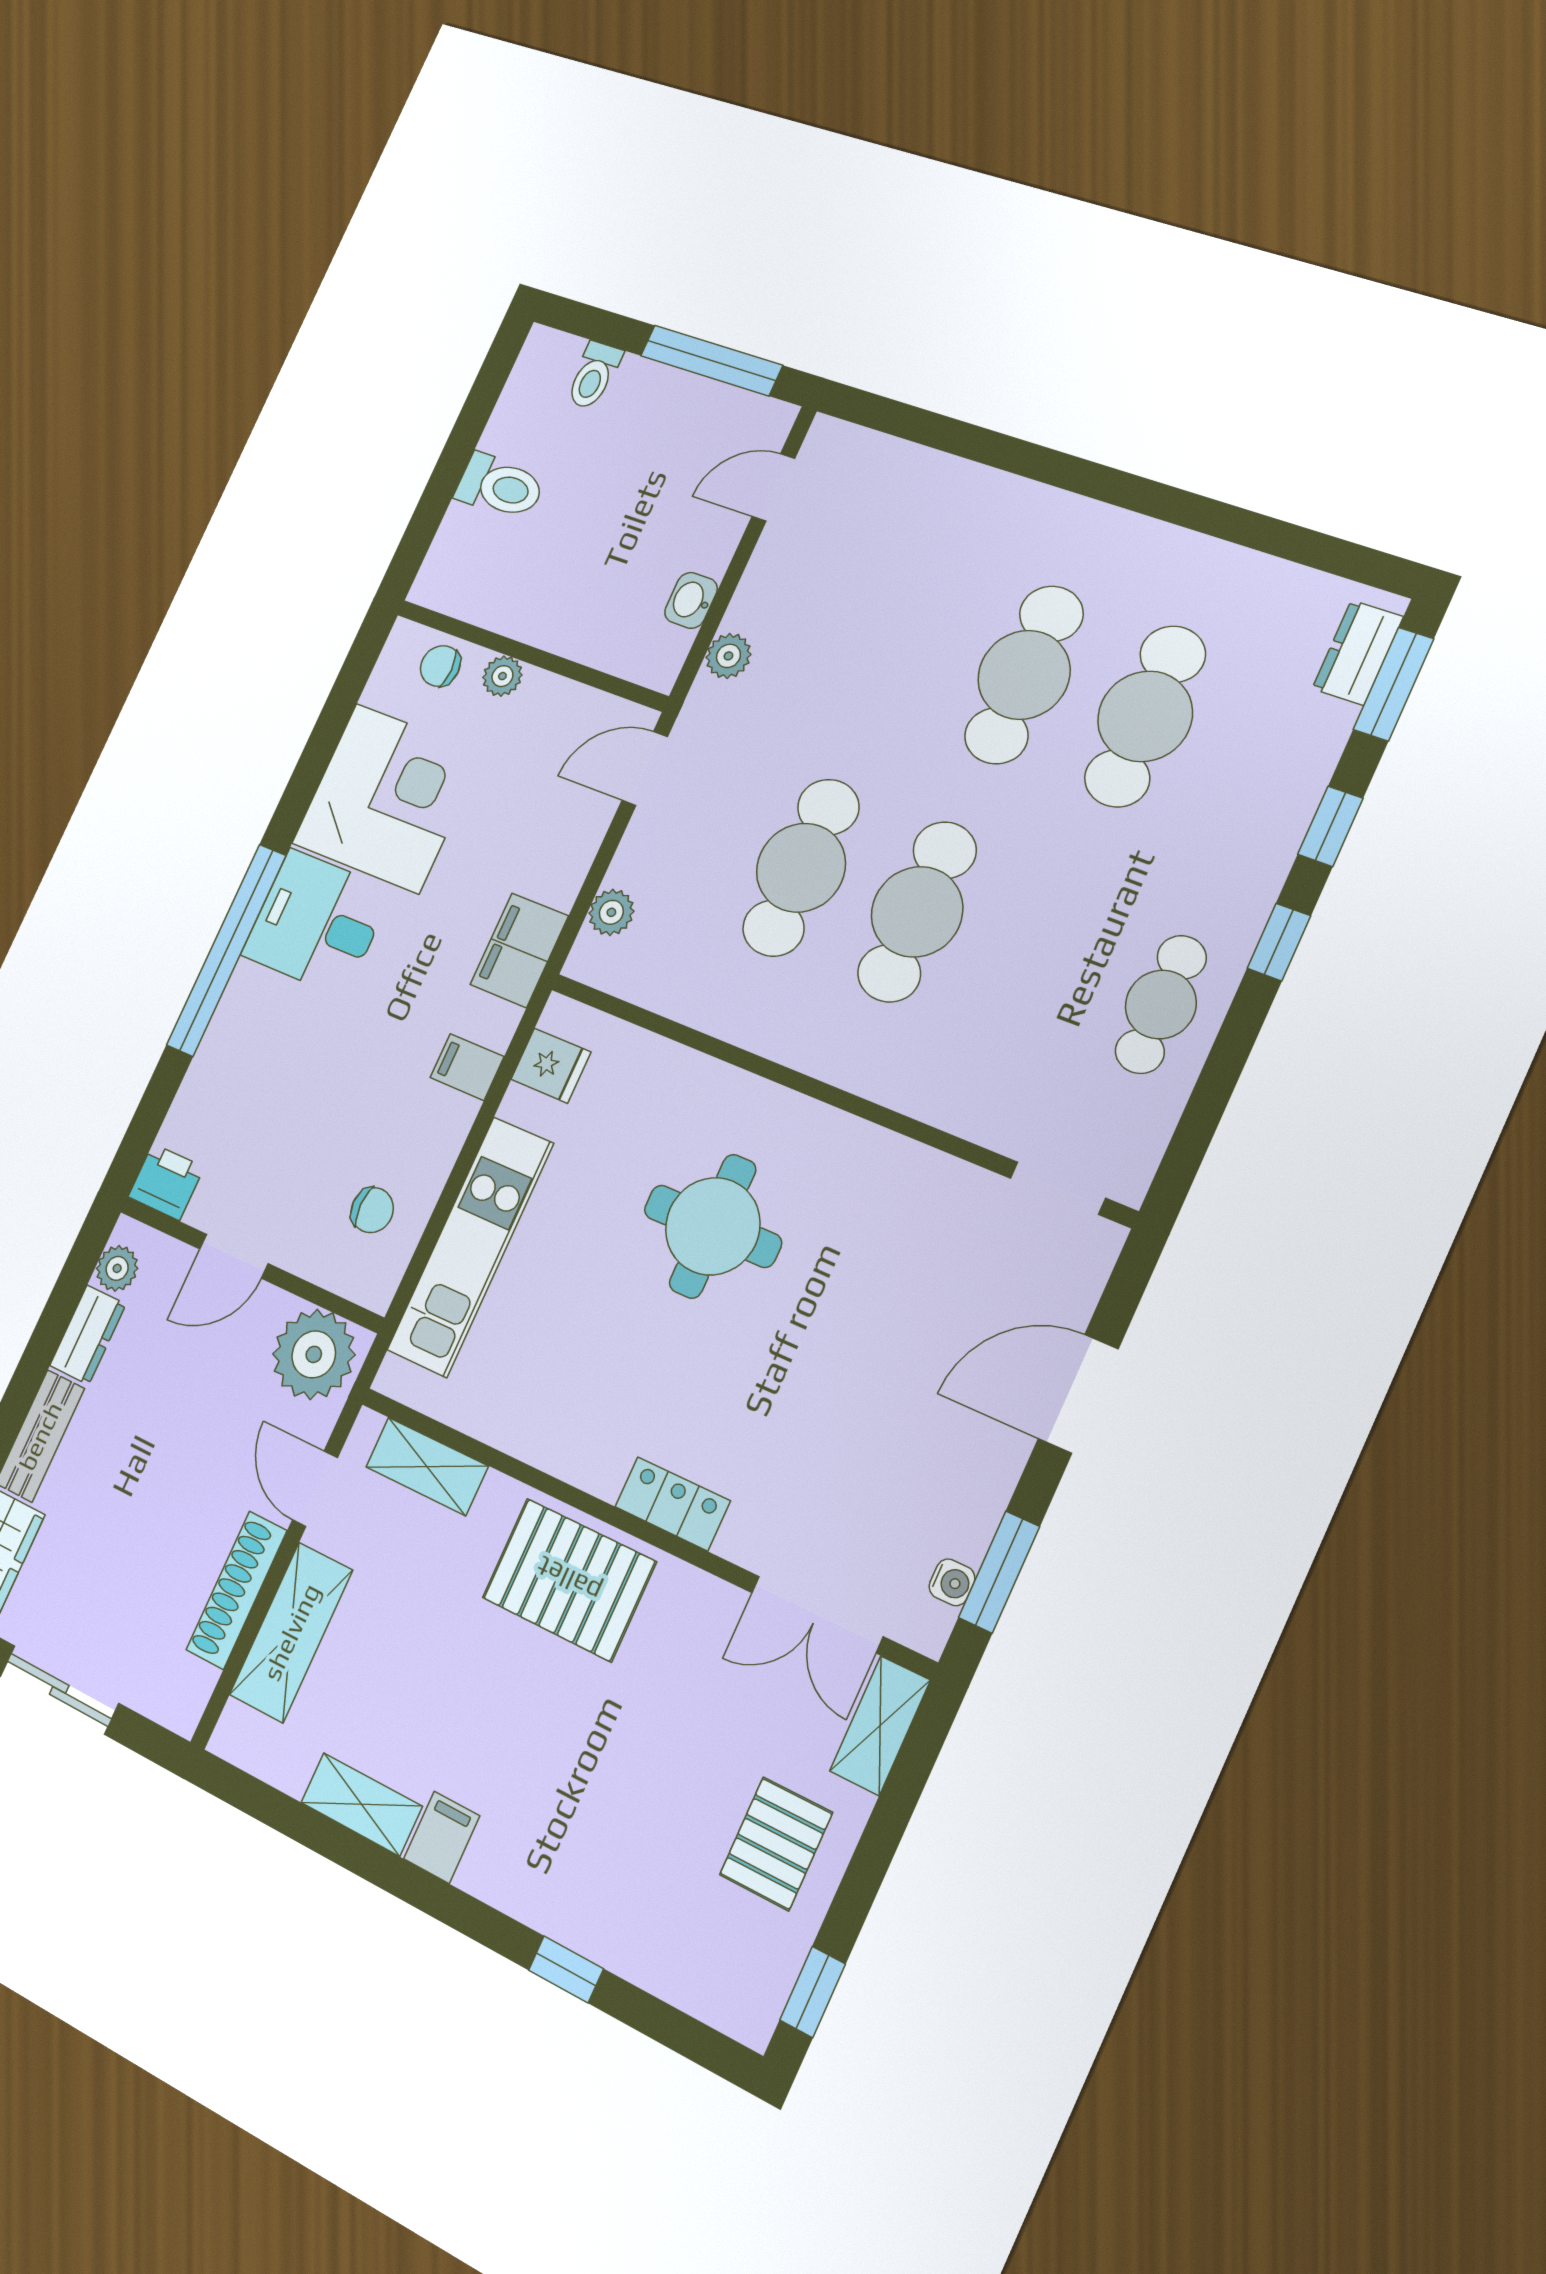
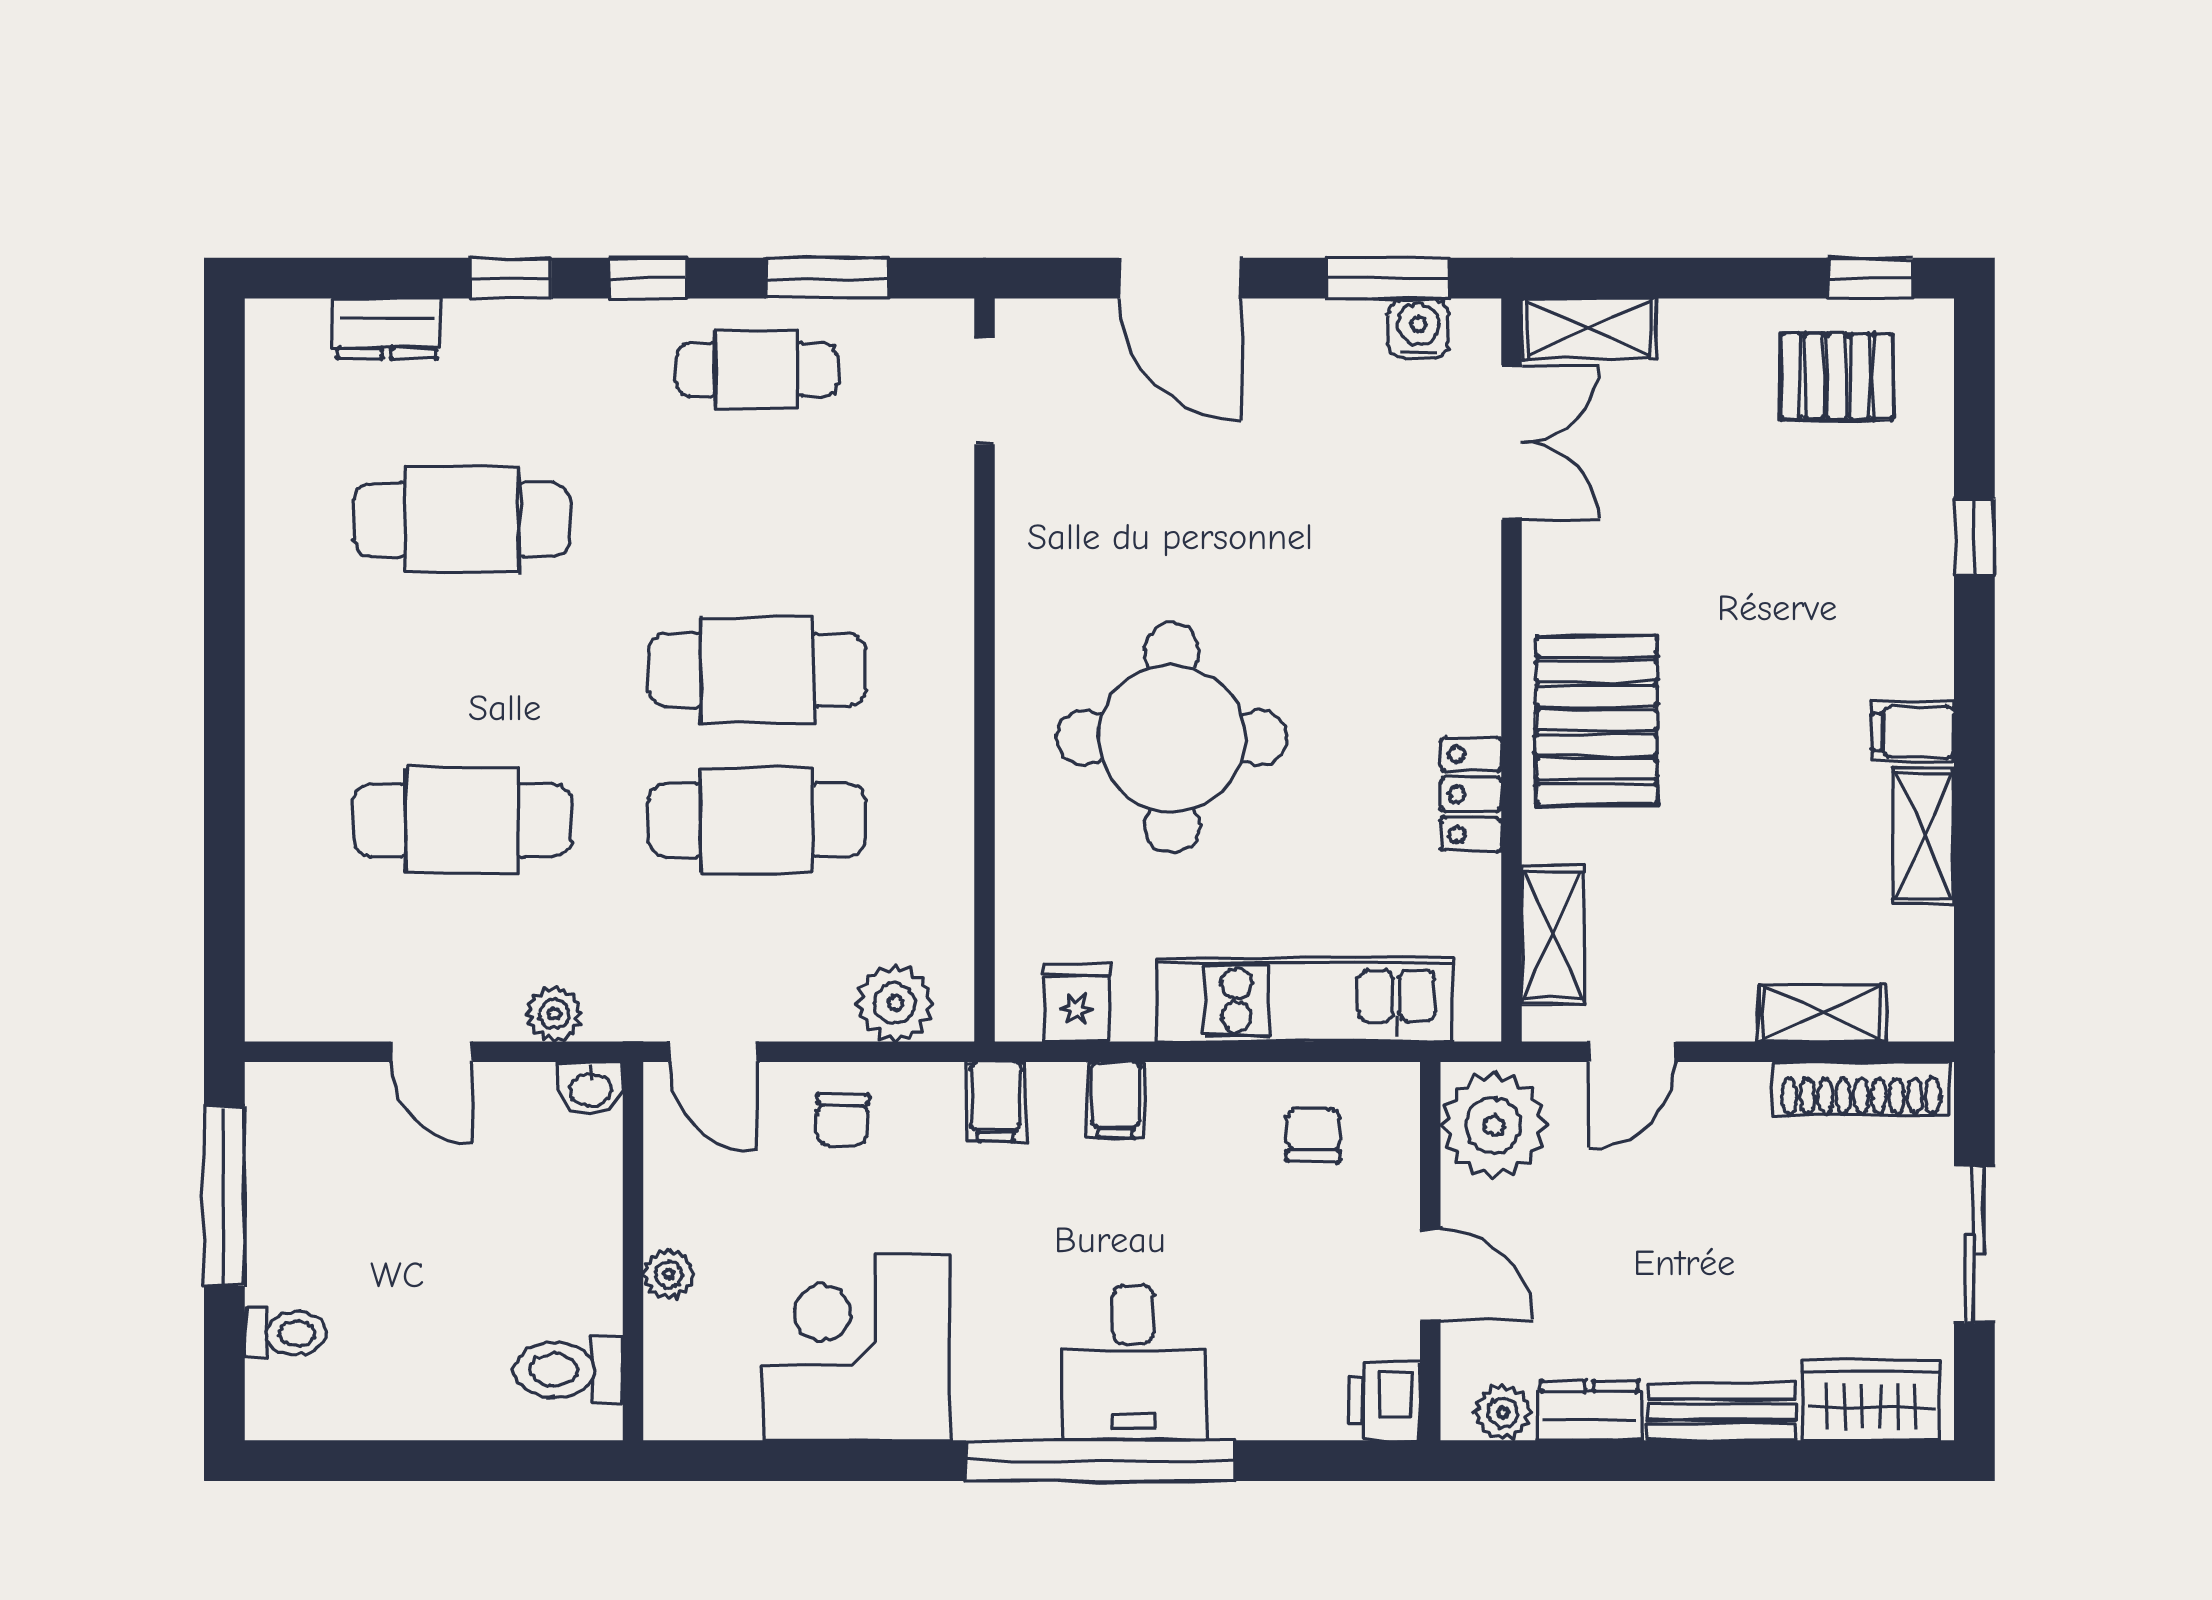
toilet: (500, 486) -> (569, 1370), moved, turned -90
door: (773, 487) -> (432, 1052), moved
washbasin: (691, 600) -> (591, 1088), moved
dresser: (1358, 653) -> (387, 329), moved
chair: (440, 666) -> (842, 1119), moved
cafe table: (1024, 675) -> (462, 820), moved
window: (1394, 684) -> (827, 278), moved
plant: (611, 912) -> (895, 1003), width x1.38, depth x1.38
desk: (317, 923) -> (1134, 1363), moved
filing cabinet: (519, 950) -> (996, 1102), width x0.50
round table: (713, 1226) -> (1172, 738), width x1.36, depth x1.36
locker: (673, 1504) -> (1471, 794), moved
water cooler: (952, 1582) -> (1418, 329), width x1.38, depth x1.38
shoe rack: (237, 1590) -> (1861, 1089), moved
shelving: (291, 1632) -> (1822, 1013), width x0.67, depth x0.75
pallet: (776, 1844) -> (1837, 377), moved

